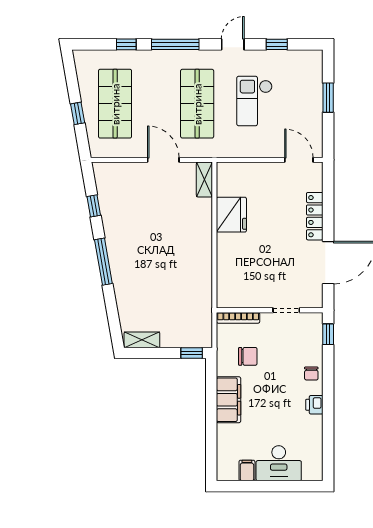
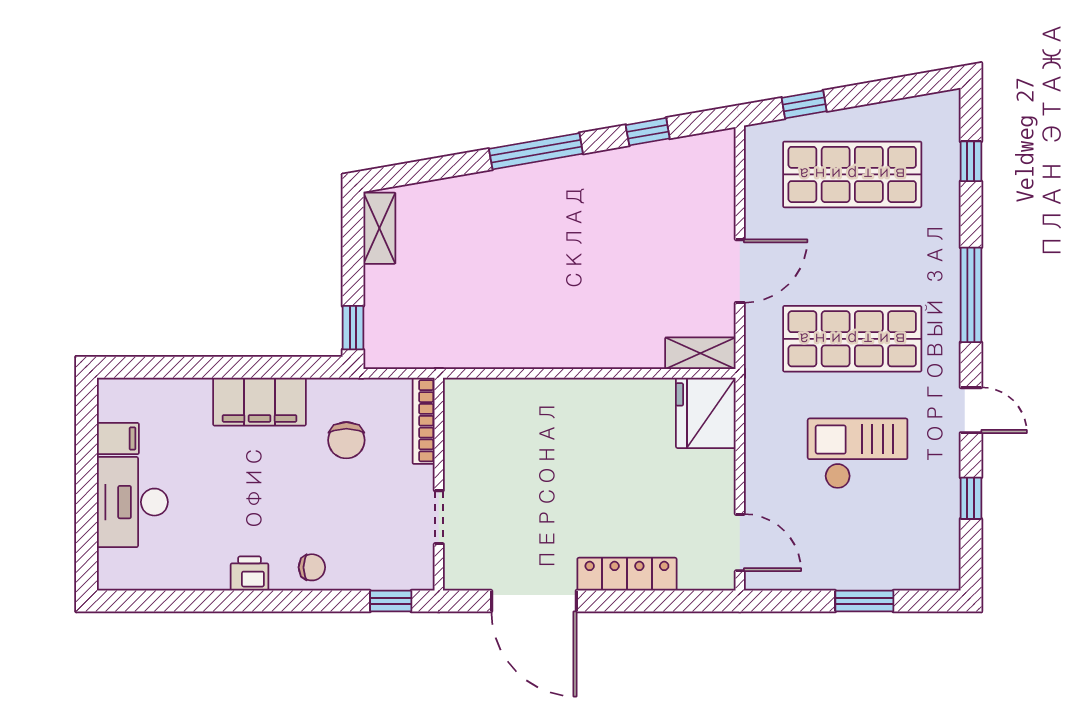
window: (126, 44) -> (971, 161), moved
window: (78, 113) -> (804, 104), moved
door: (299, 160) -> (740, 543), hinge flipped
fridge: (231, 215) -> (706, 413), moved, turned 90
chair: (311, 374) -> (312, 567), turned 180

